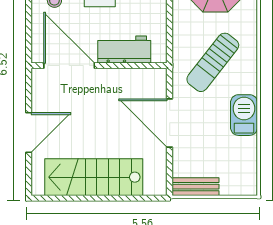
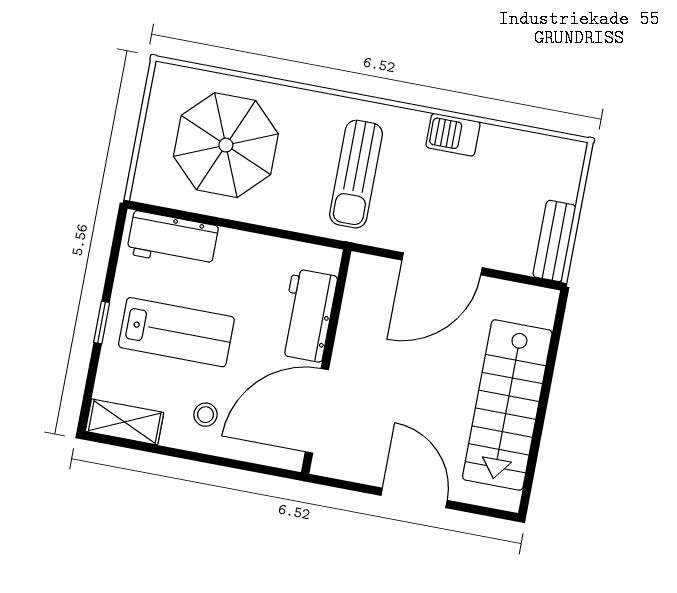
sun lounger: (213, 62) -> (356, 174), turned 52
barbecue: (244, 115) -> (453, 135), width x0.73, depth x0.79

